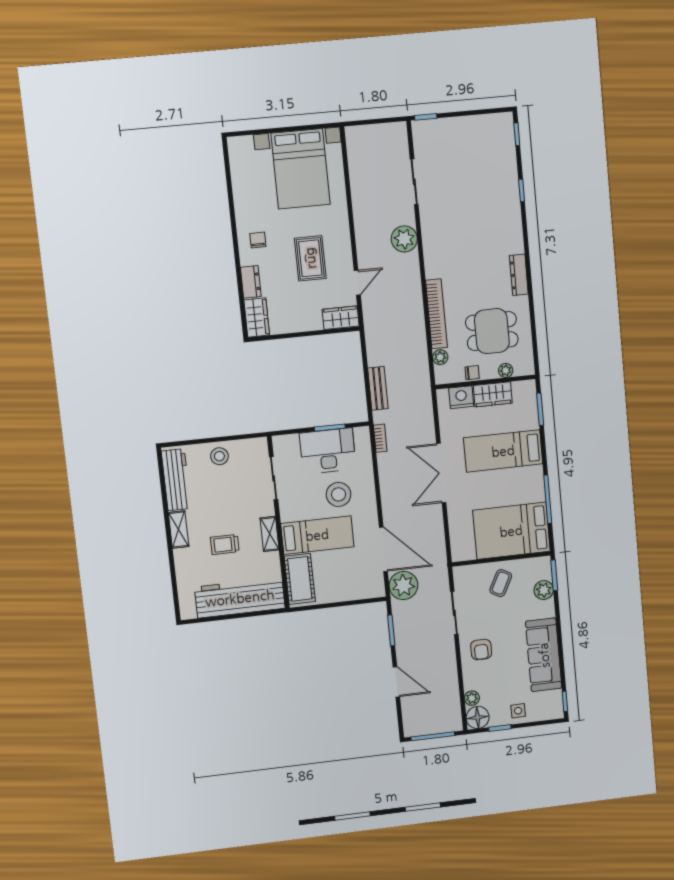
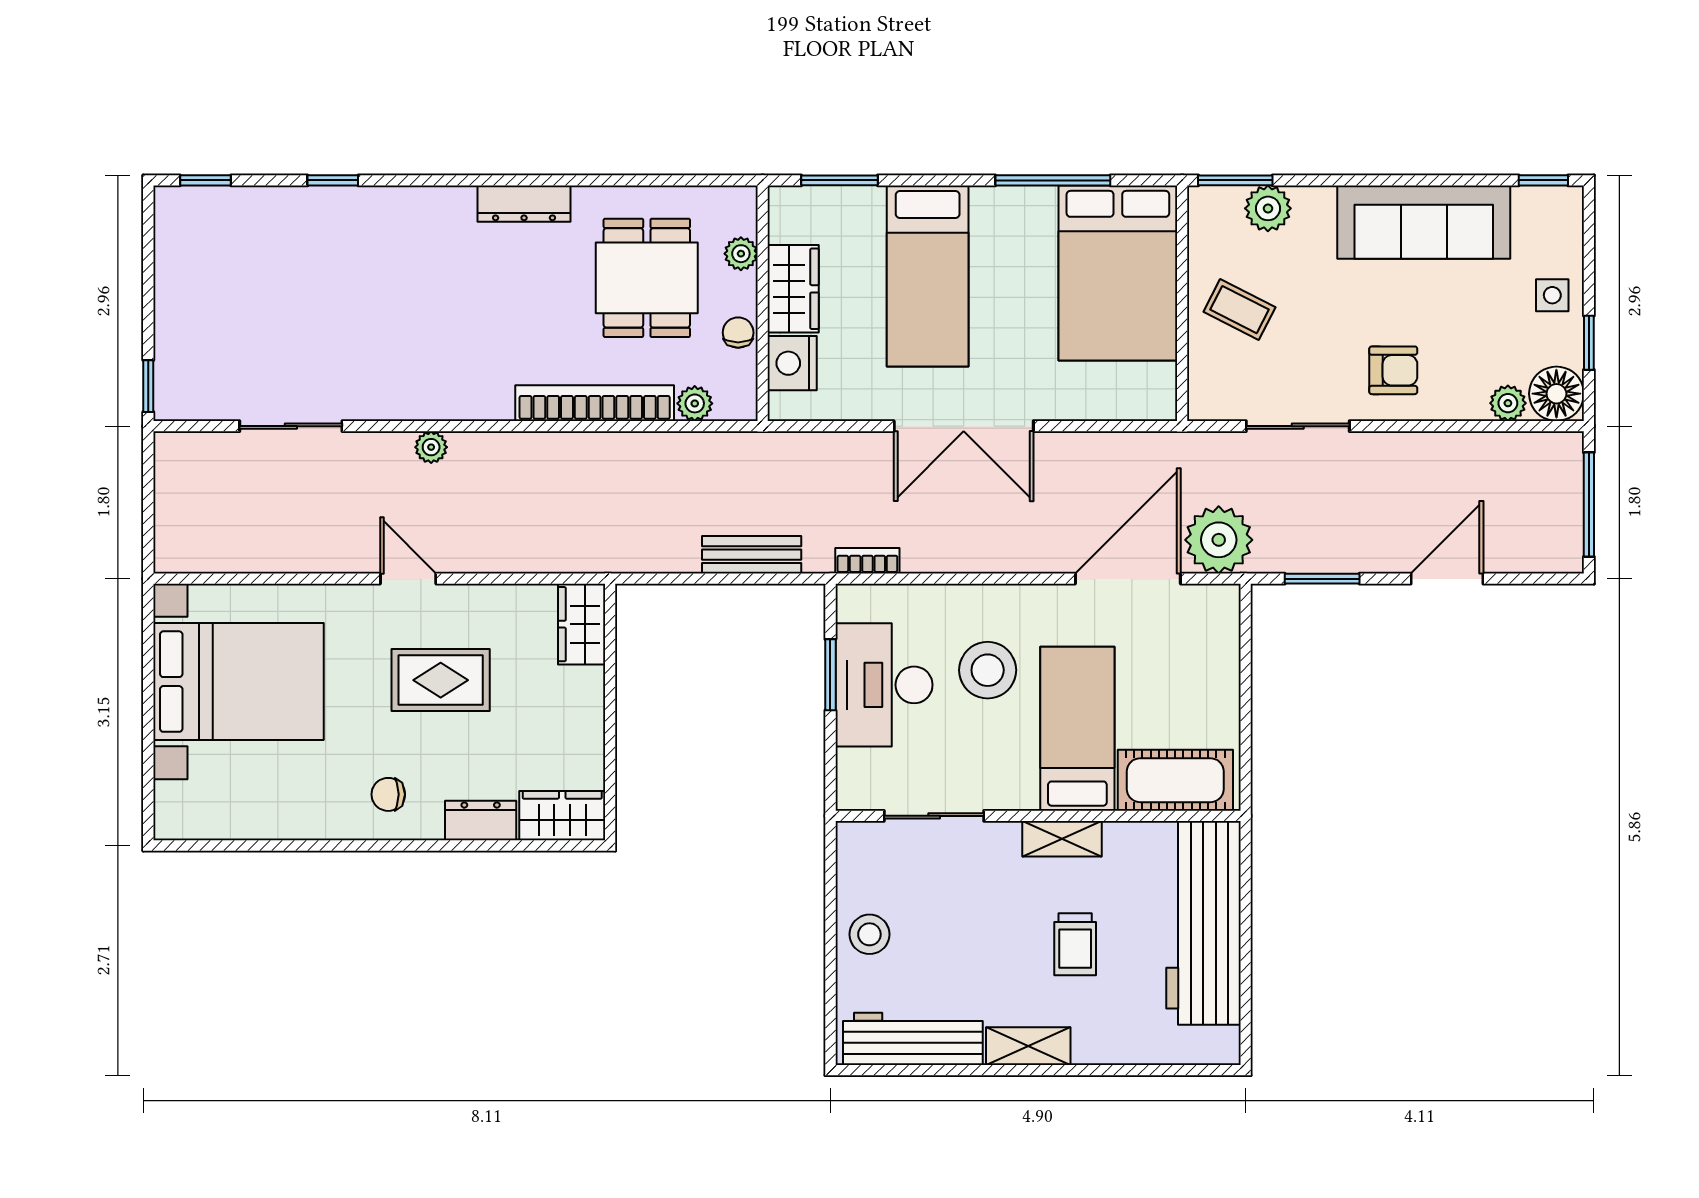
plant: (404, 239) -> (431, 447), width x0.53, depth x0.53
door: (357, 283) -> (408, 579), moved

